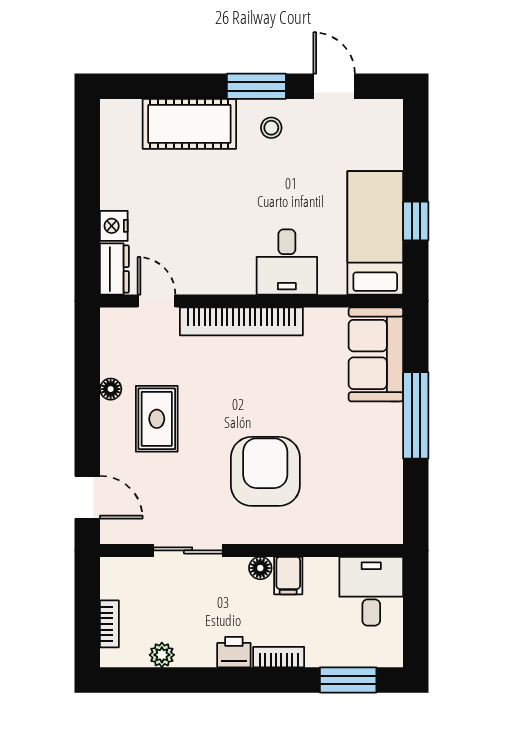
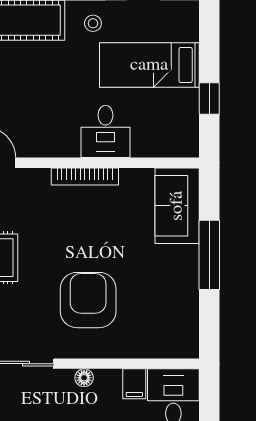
bed: (375, 233) -> (149, 65), moved, turned -90
bookcase: (241, 321) -> (85, 176), width x0.68, depth x0.76
filing cabinet: (288, 576) -> (134, 384), moved

